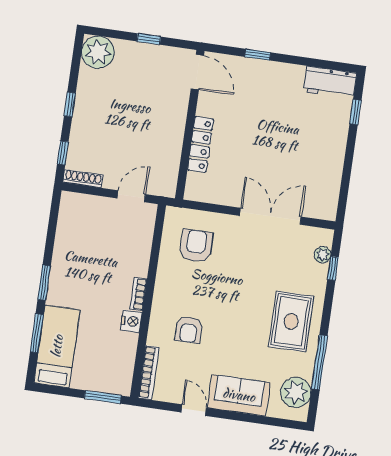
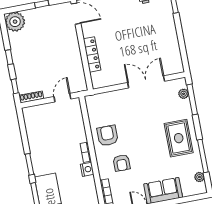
armchair: (196, 246) -> (107, 136), moved
window: (333, 268) -> (192, 99), width x2.17
plant: (296, 392) -> (199, 177), width x0.53, depth x0.53

